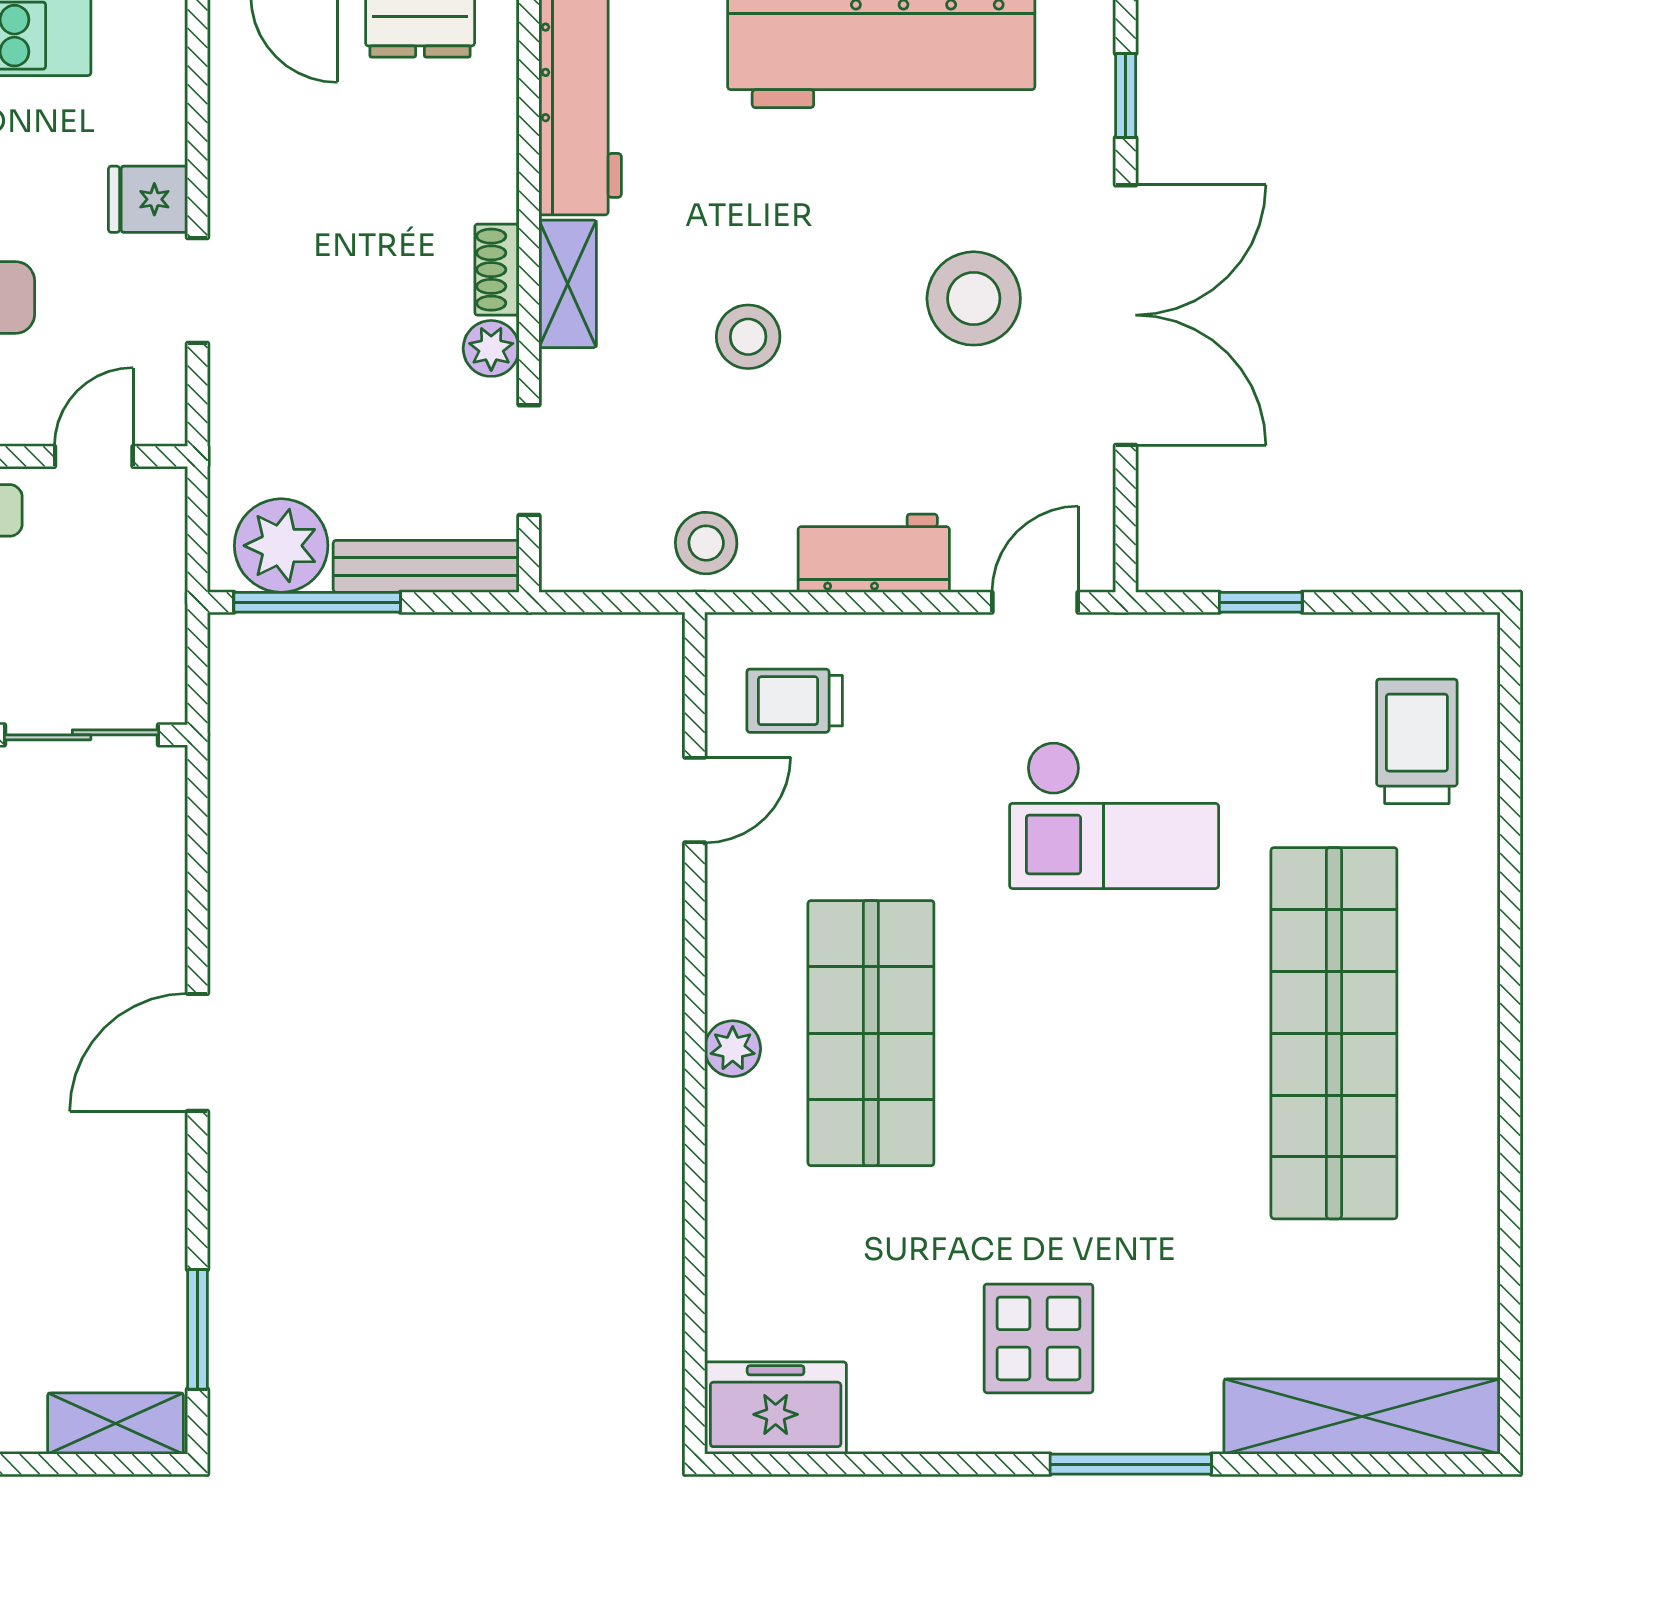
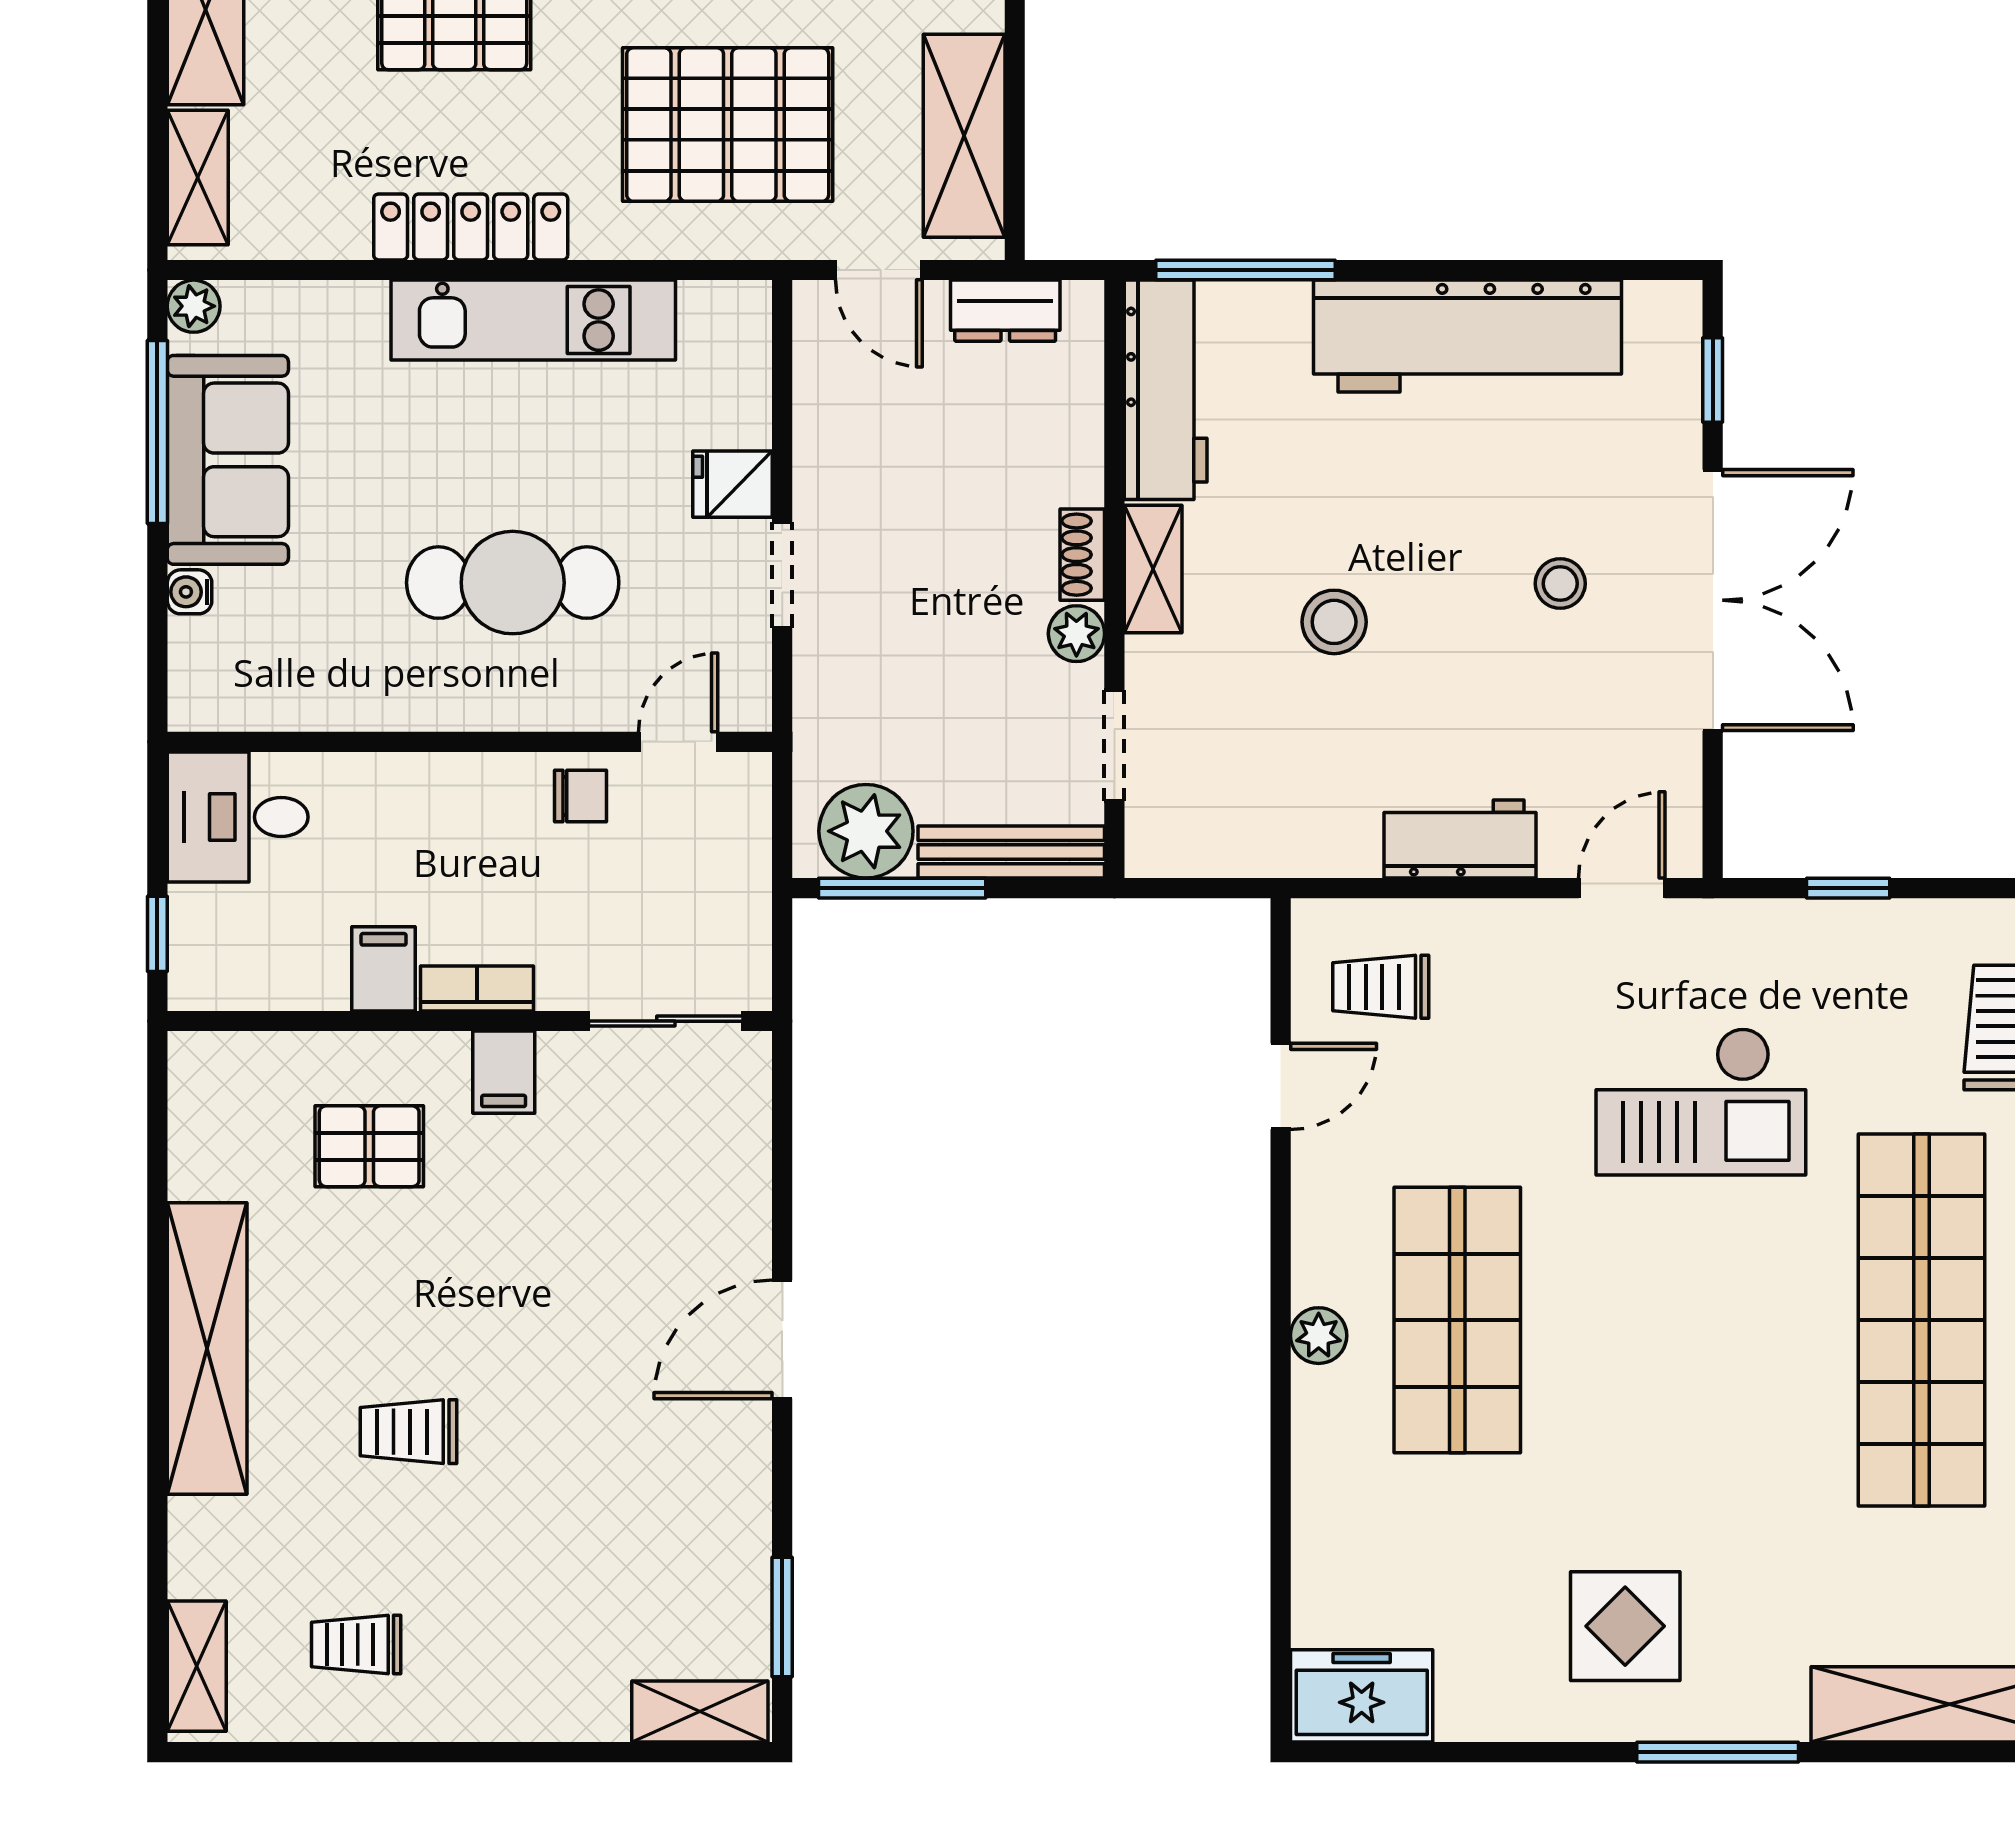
stool: (974, 298) -> (1560, 584), width x0.53, depth x0.53
stool: (706, 543) -> (1292, 829), removed

